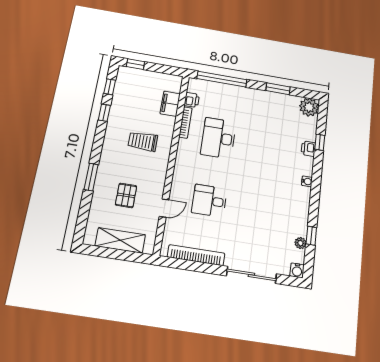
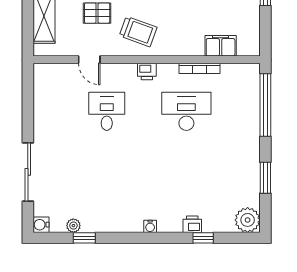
printer: (192, 100) -> (147, 71), moved
trolley: (143, 141) -> (138, 32), moved, turned 110
bookcase: (196, 255) -> (40, 105), removed

